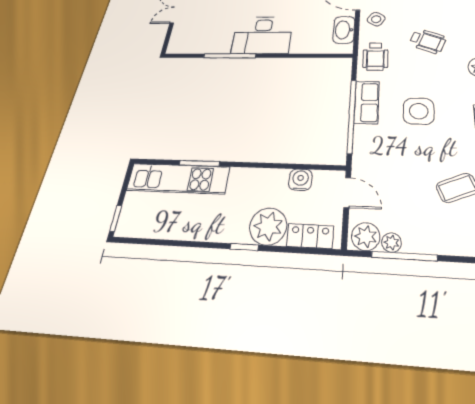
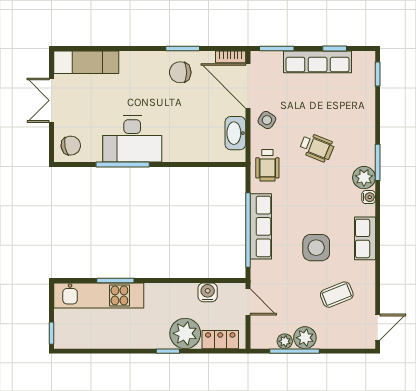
desk: (262, 35) -> (132, 139), moved
chair: (184, 41) -> (71, 146), added
row of seats: (367, 102) -> (261, 226), width x1.48
side table: (419, 111) -> (316, 248), moved
plant: (366, 237) -> (305, 338), moved

